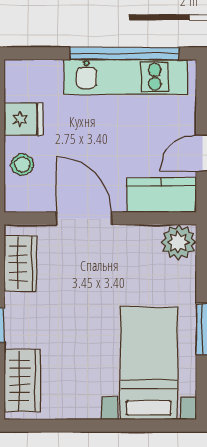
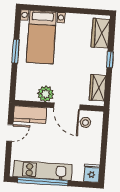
fridge: (23, 119) -> (92, 173), moved, turned 90
stool: (22, 165) -> (85, 122), moved
plant: (179, 242) -> (46, 94), moved

